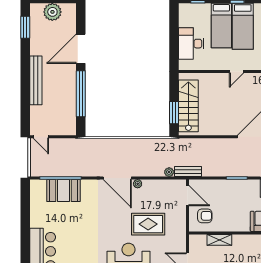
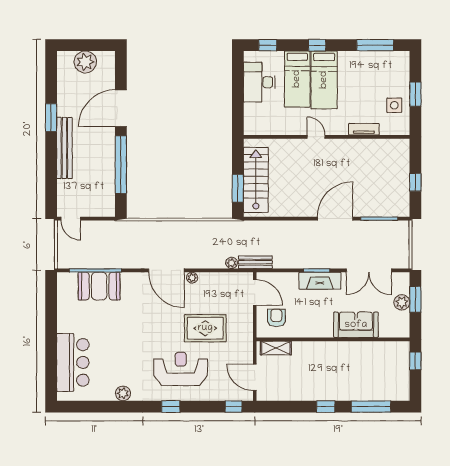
window: (25, 27) -> (51, 118), moved
desk: (191, 44) -> (259, 82), moved
door: (236, 72) -> (316, 137), swing flipped
fireplace: (239, 186) -> (320, 281), added
armchair: (205, 216) -> (276, 318), turned -90
shelving: (219, 240) -> (276, 348), moved

